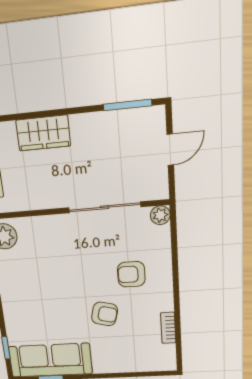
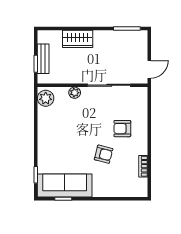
door: (170, 150) -> (149, 69), moved
plant: (160, 215) -> (75, 93), moved

